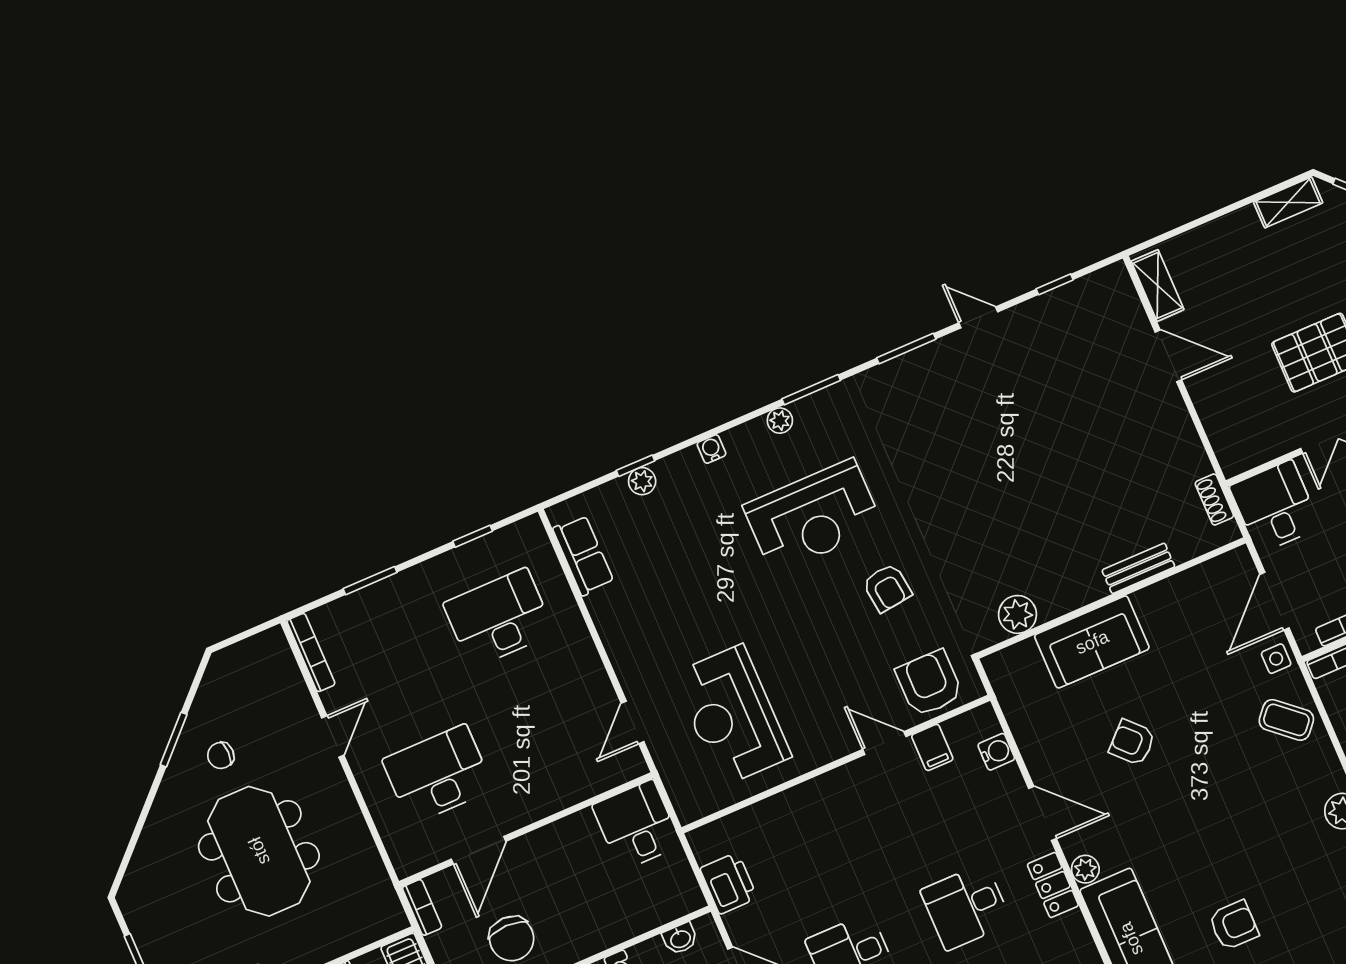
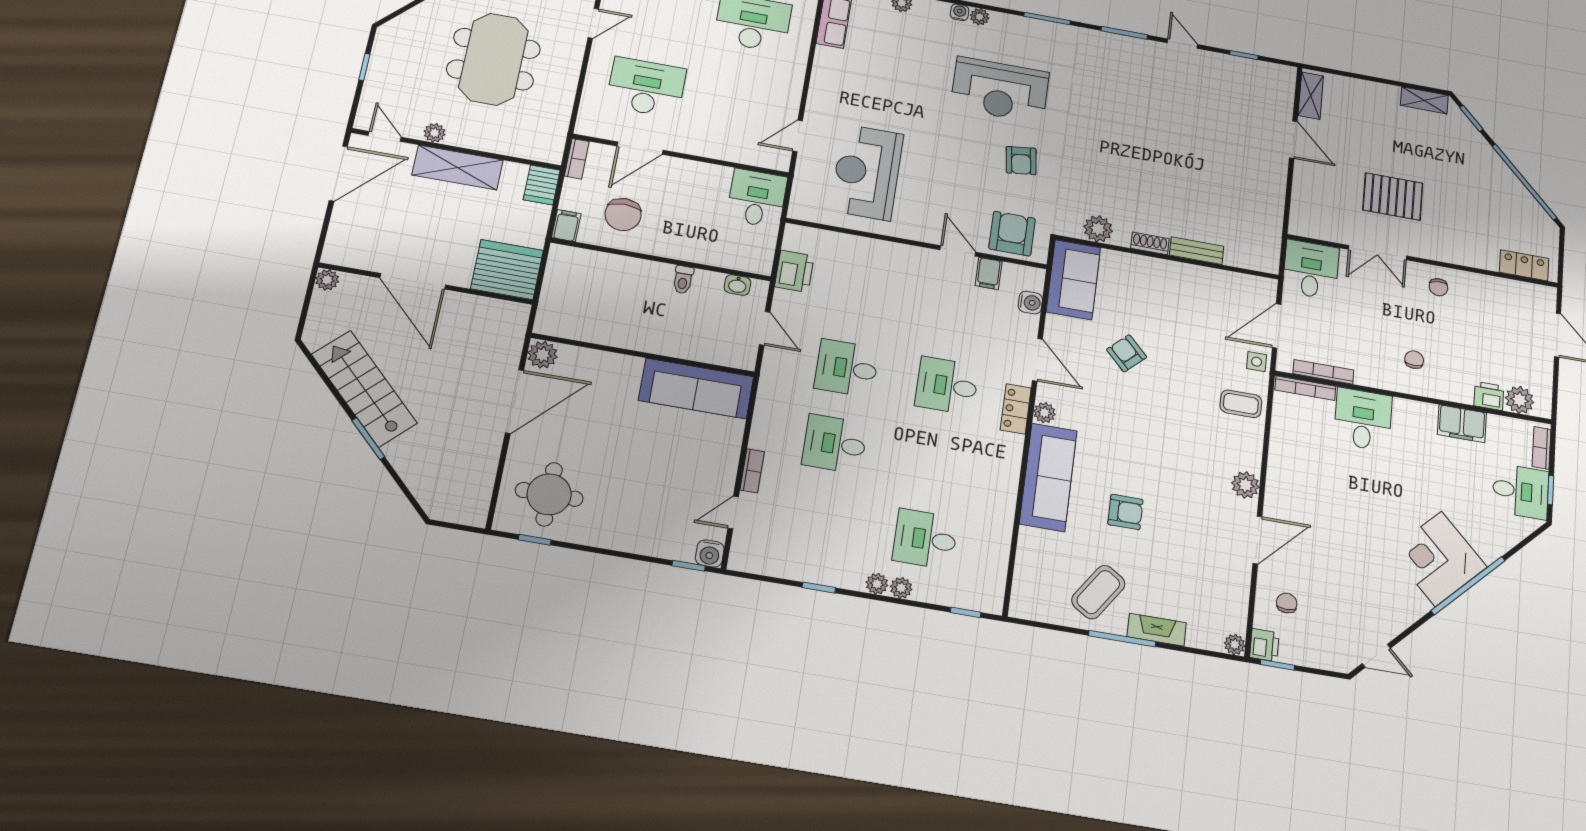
plant: (780, 421) -> (980, 17), moved
shoe rack: (1214, 499) -> (1150, 243), moved, turned 90
sofa: (1092, 642) -> (1073, 280), moved, turned -90
coffee table: (1286, 720) -> (1241, 404), turned -41

